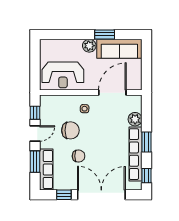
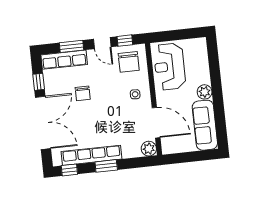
window: (105, 34) -> (219, 107), removed
plant: (135, 119) -> (149, 149), moved
chair: (70, 130) -> (129, 62), moved

